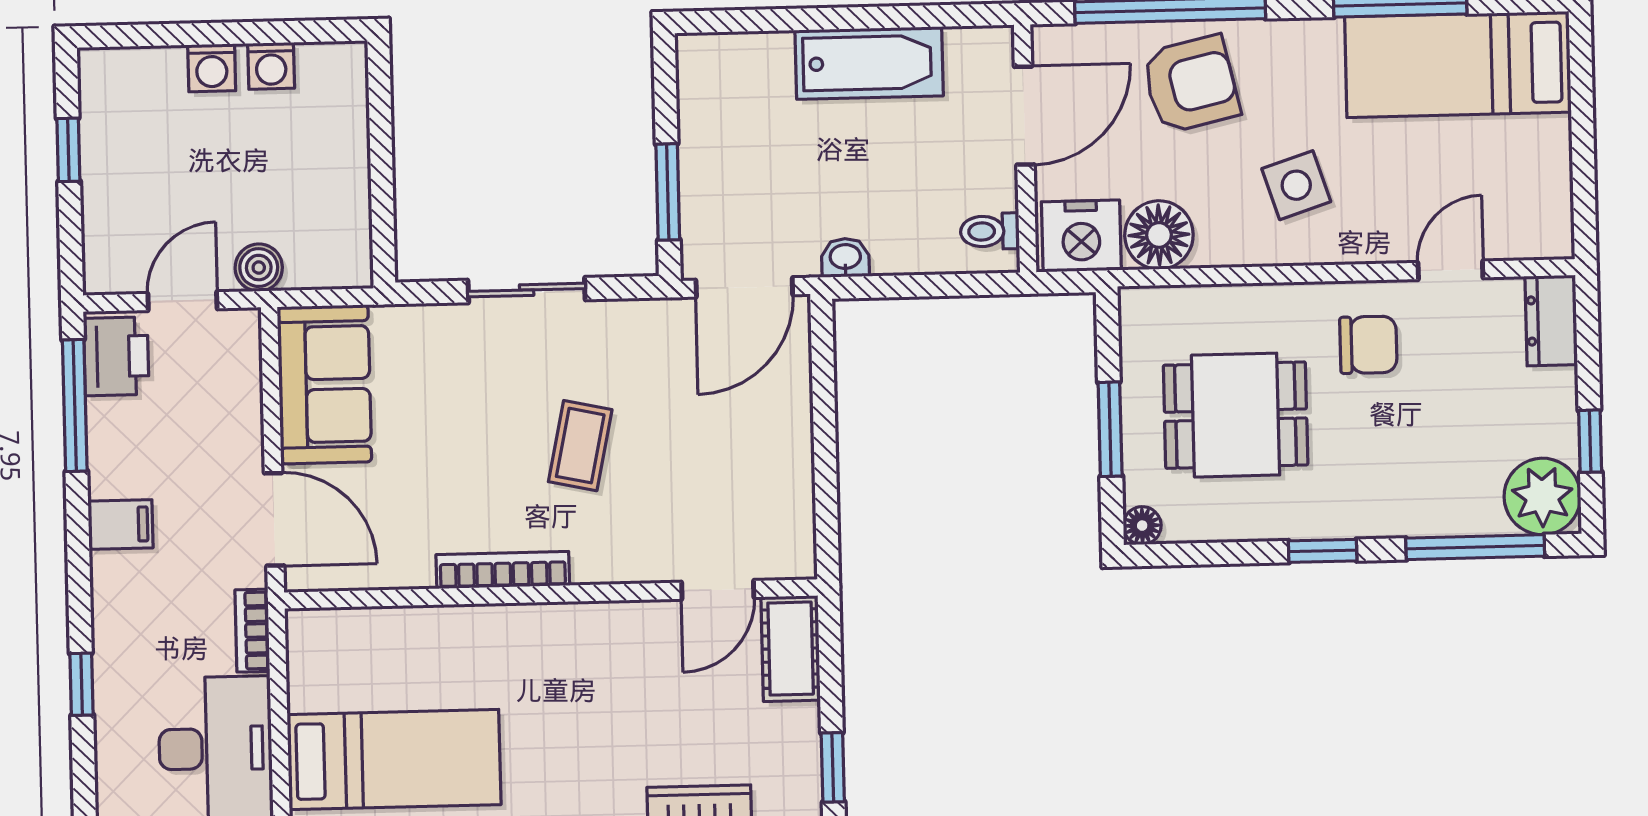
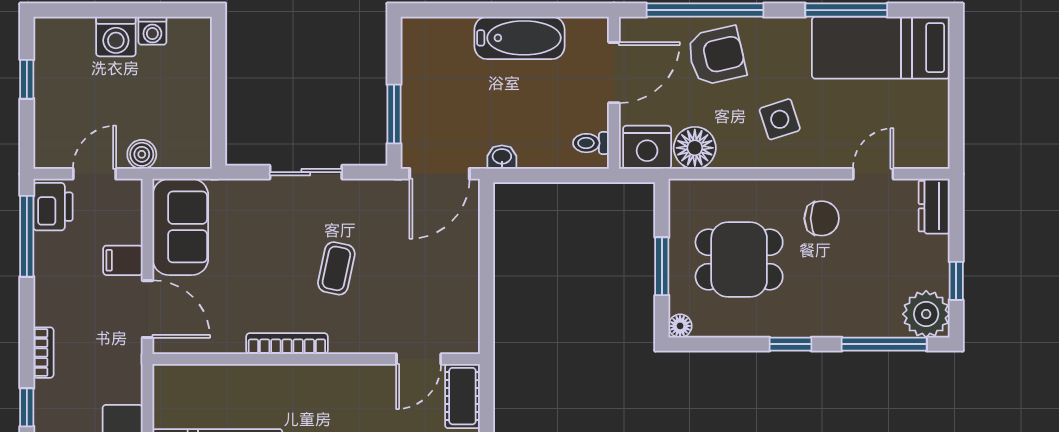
washing machine: (212, 68) -> (116, 36), width x1.38, depth x1.38
filing cabinet: (120, 524) -> (123, 260), moved, turned 180
bookcase: (252, 631) -> (43, 353), moved, turned 180

